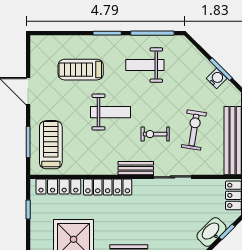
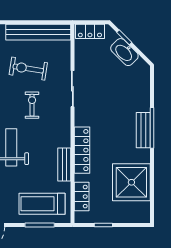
exercise bike: (155, 134) -> (32, 105), turned 180
bench: (136, 168) -> (64, 165), moved
locker: (58, 186) -> (82, 197), width x0.66

